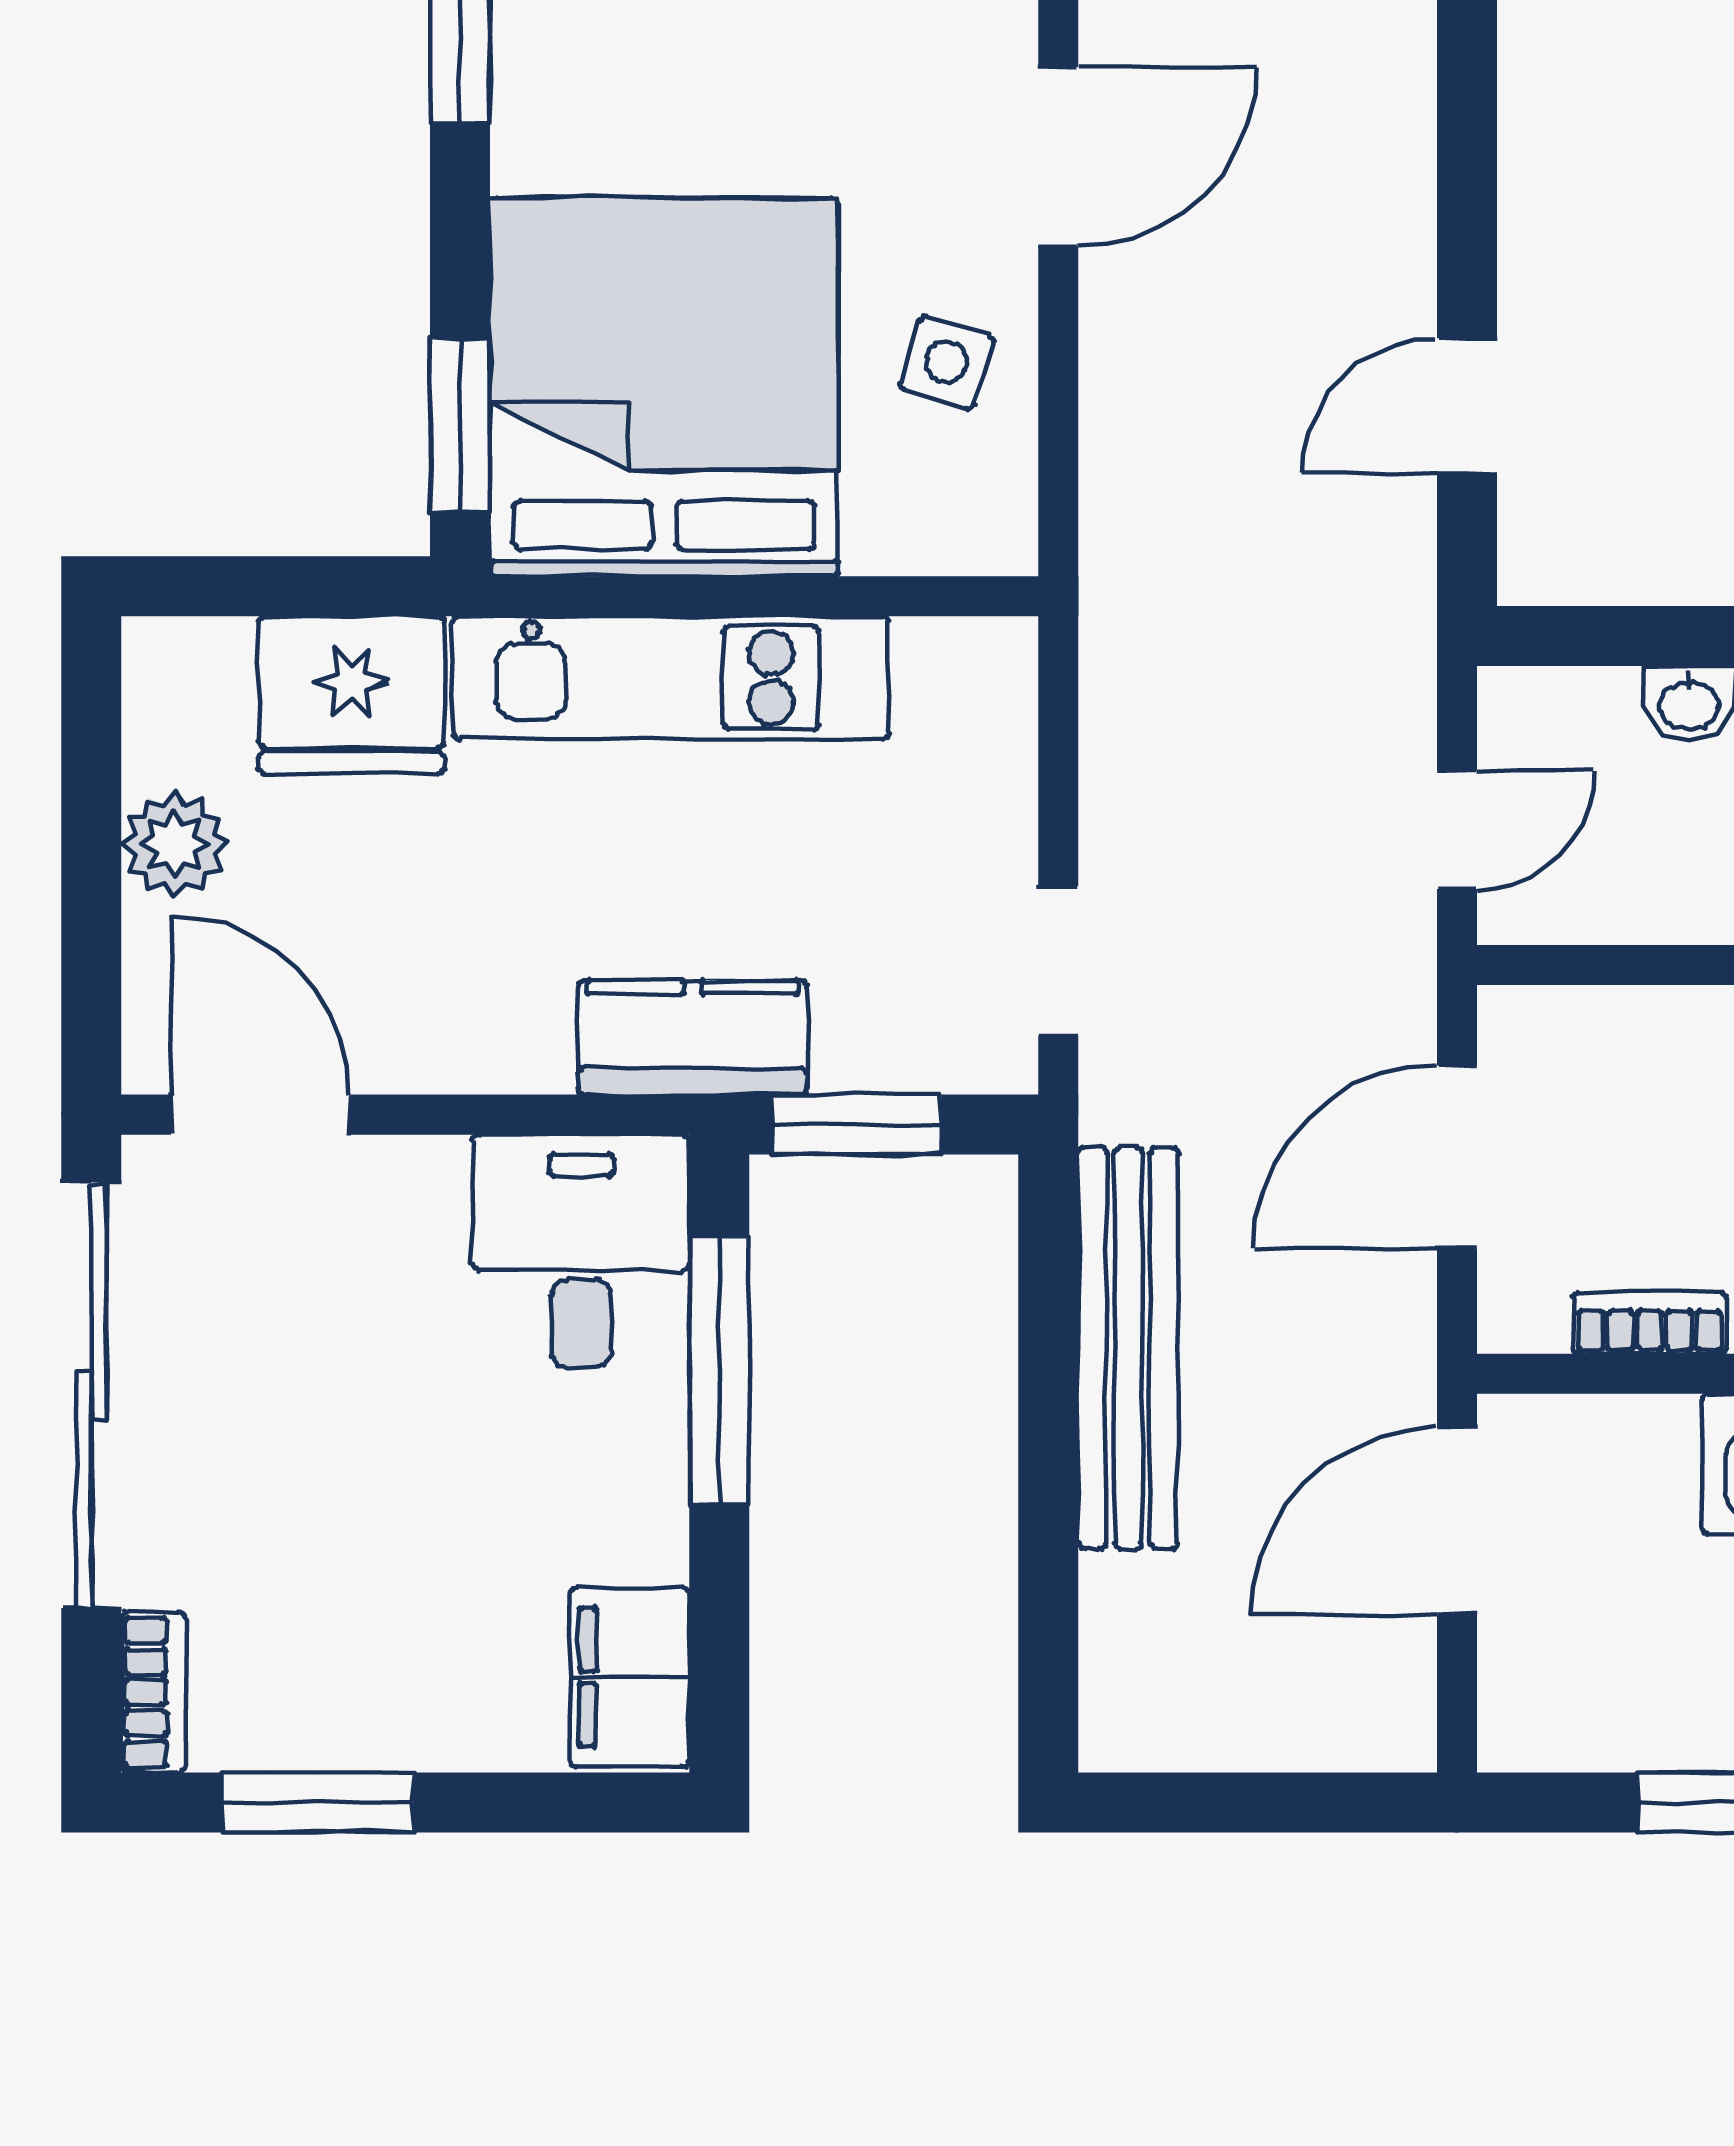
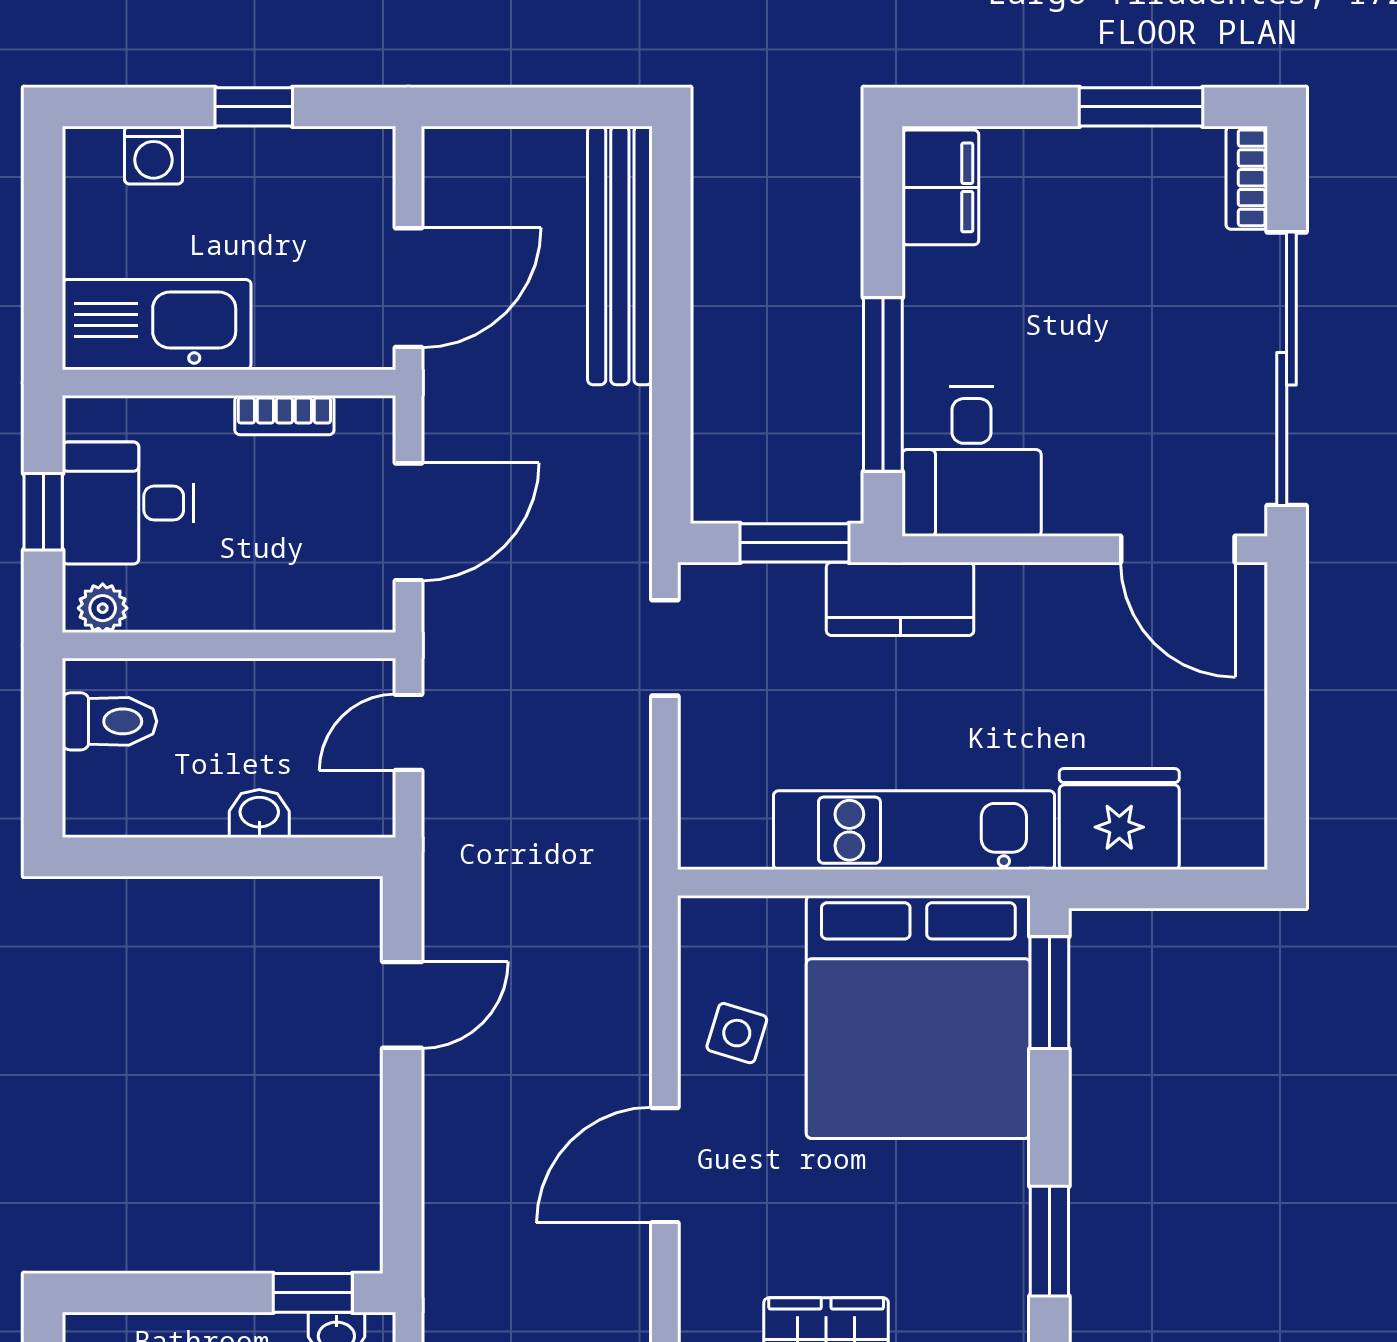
plant: (175, 844) -> (1233, 723), removed
bench: (1128, 1348) -> (620, 255), moved

